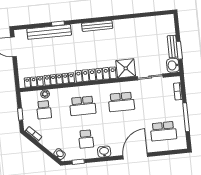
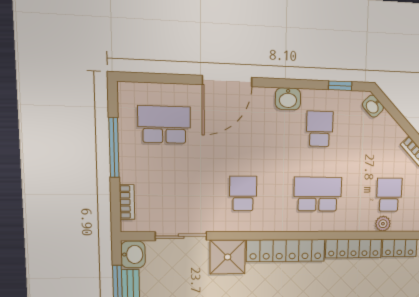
school desk: (121, 102) -> (243, 193), width x0.54

